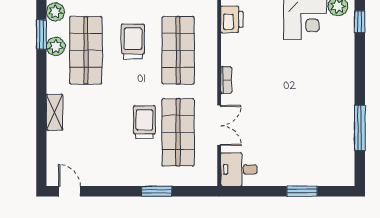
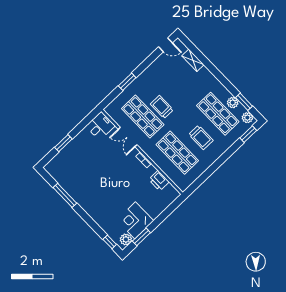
printer: (232, 19) -> (159, 181), moved
shelving: (55, 112) -> (193, 60), moved
trolley: (144, 122) -> (162, 107), turned 180

